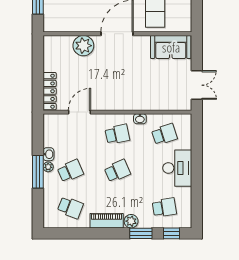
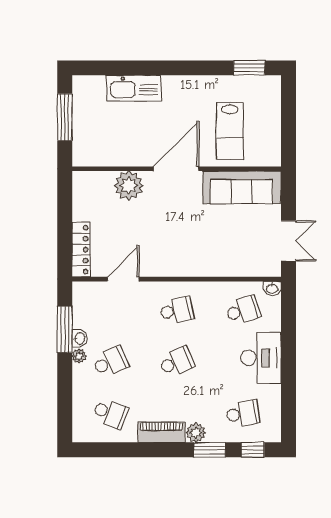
sofa: (171, 47) -> (242, 187), width x1.36
washbasin: (140, 119) -> (272, 288), moved
window: (38, 172) -> (65, 329), moved

